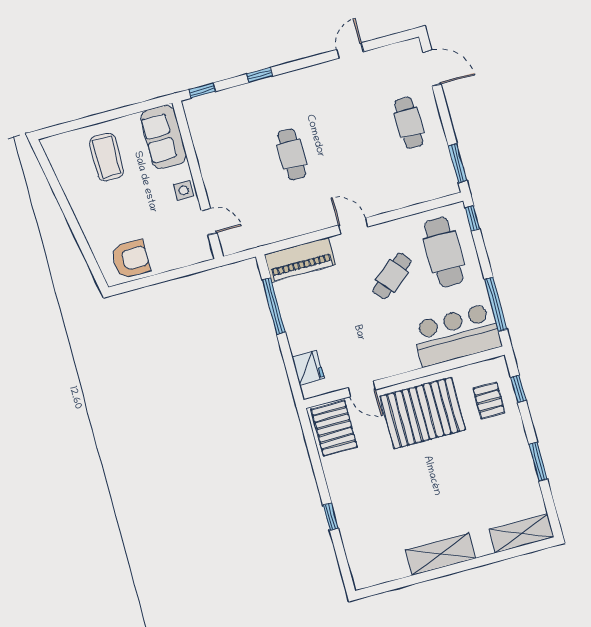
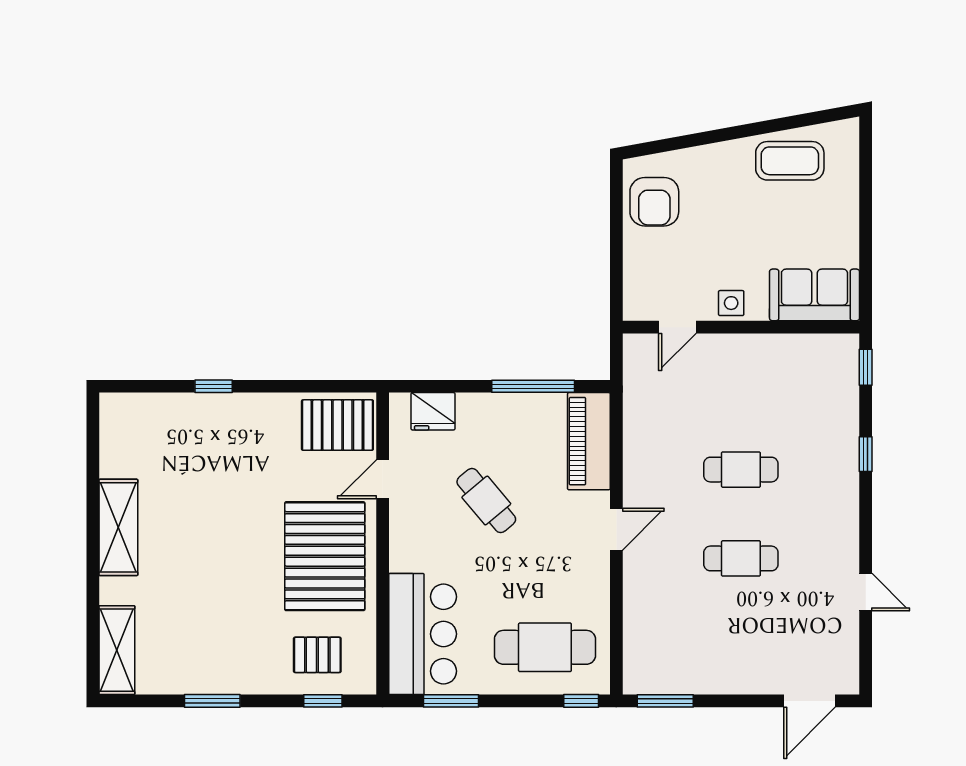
cafe table: (409, 123) -> (741, 558), moved
coffee table: (107, 157) -> (790, 161), moved
cafe table: (392, 276) -> (486, 500), moved
window: (496, 304) -> (451, 701), width x0.69

